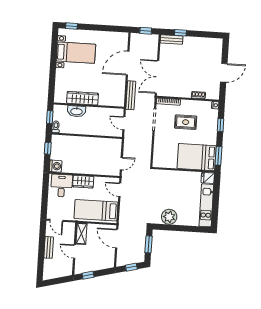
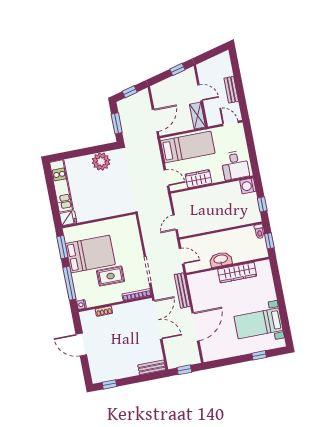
window: (71, 26) -> (259, 355), moved
window: (180, 33) -> (109, 384), moved
door: (224, 73) -> (81, 345), hinge flipped
washbasin: (76, 111) -> (221, 259), moved
window: (220, 125) -> (69, 283), width x2.17
bed: (197, 157) -> (90, 254), moved
door: (121, 164) -> (175, 222), moved
wardrobe: (83, 182) -> (199, 179), moved
door: (117, 239) -> (155, 120), hinge flipped

